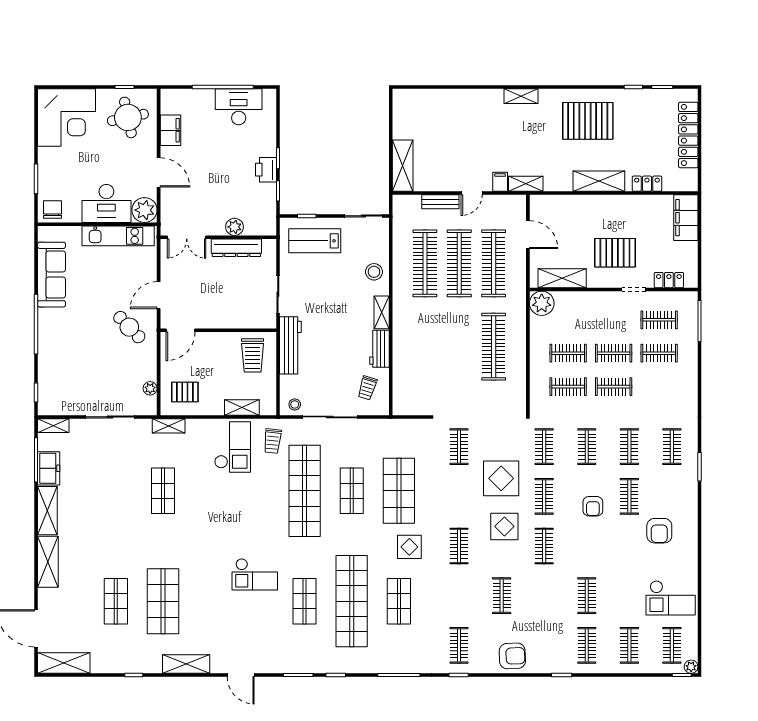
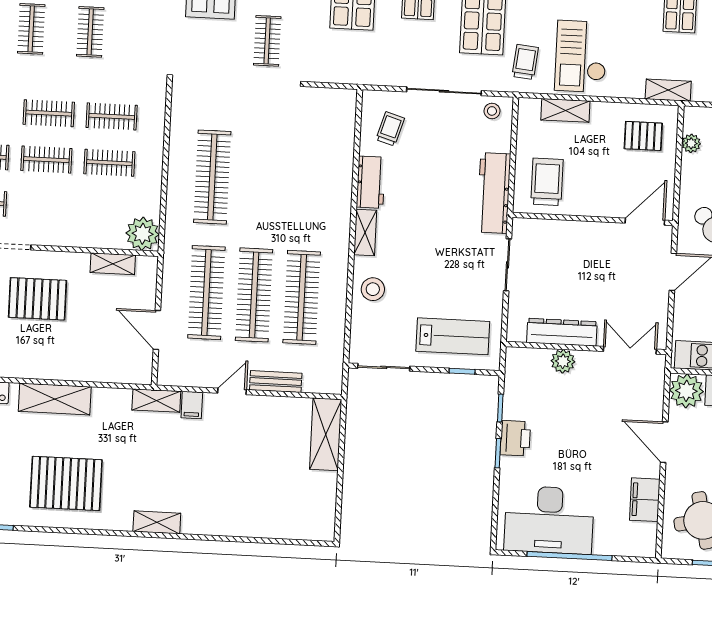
desk: (239, 107) -> (549, 520), width x1.36, depth x1.30
shelving: (562, 278) -> (113, 264), width x0.67, depth x0.75
clothes rail: (544, 447) -> (149, 35), removed

